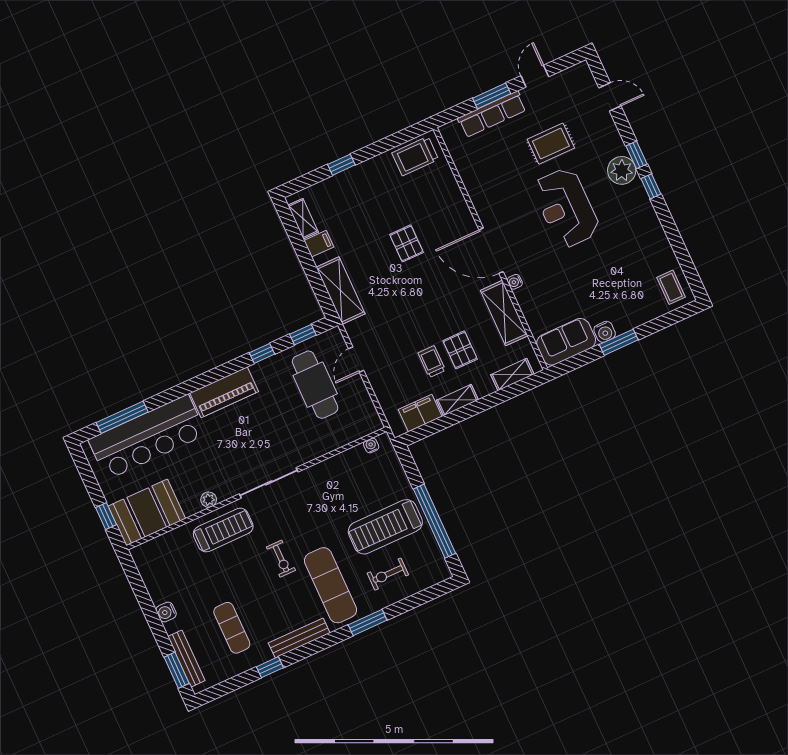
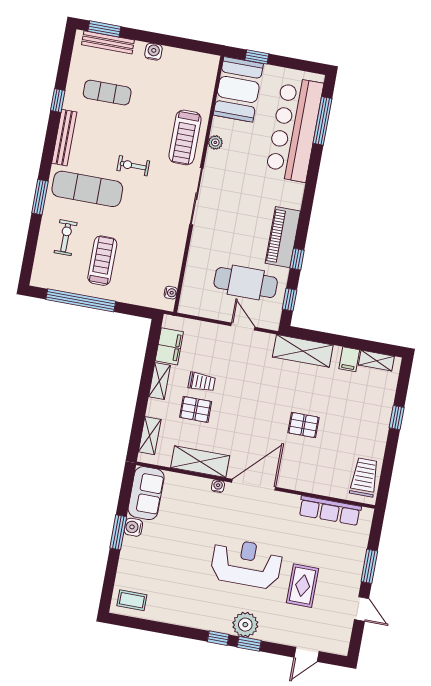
row of seats: (492, 114) -> (330, 511), moved, turned -90
piano: (224, 392) -> (283, 237), moved
treadmill: (385, 527) -> (102, 261), width x0.73, depth x0.73

